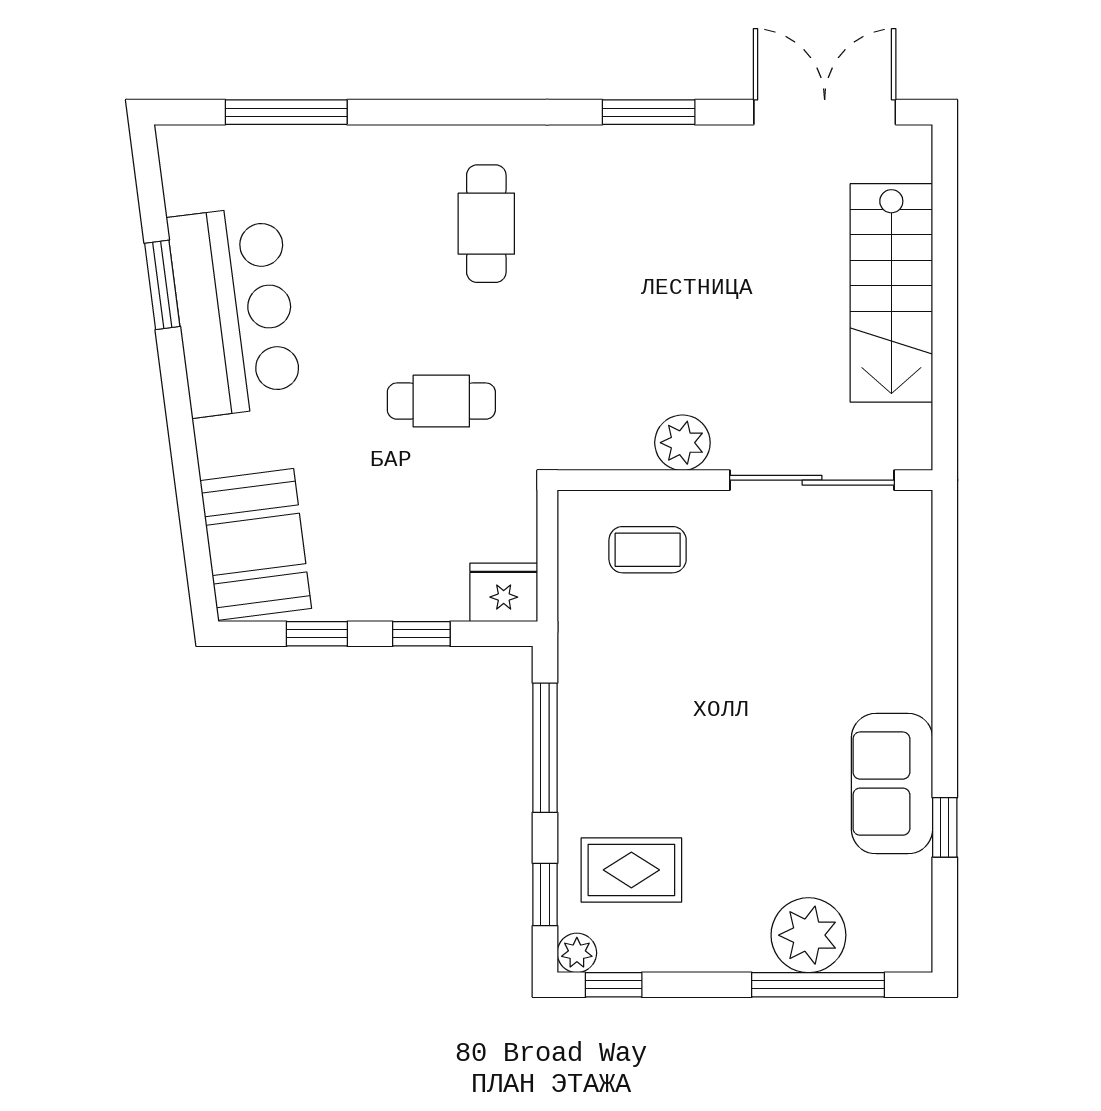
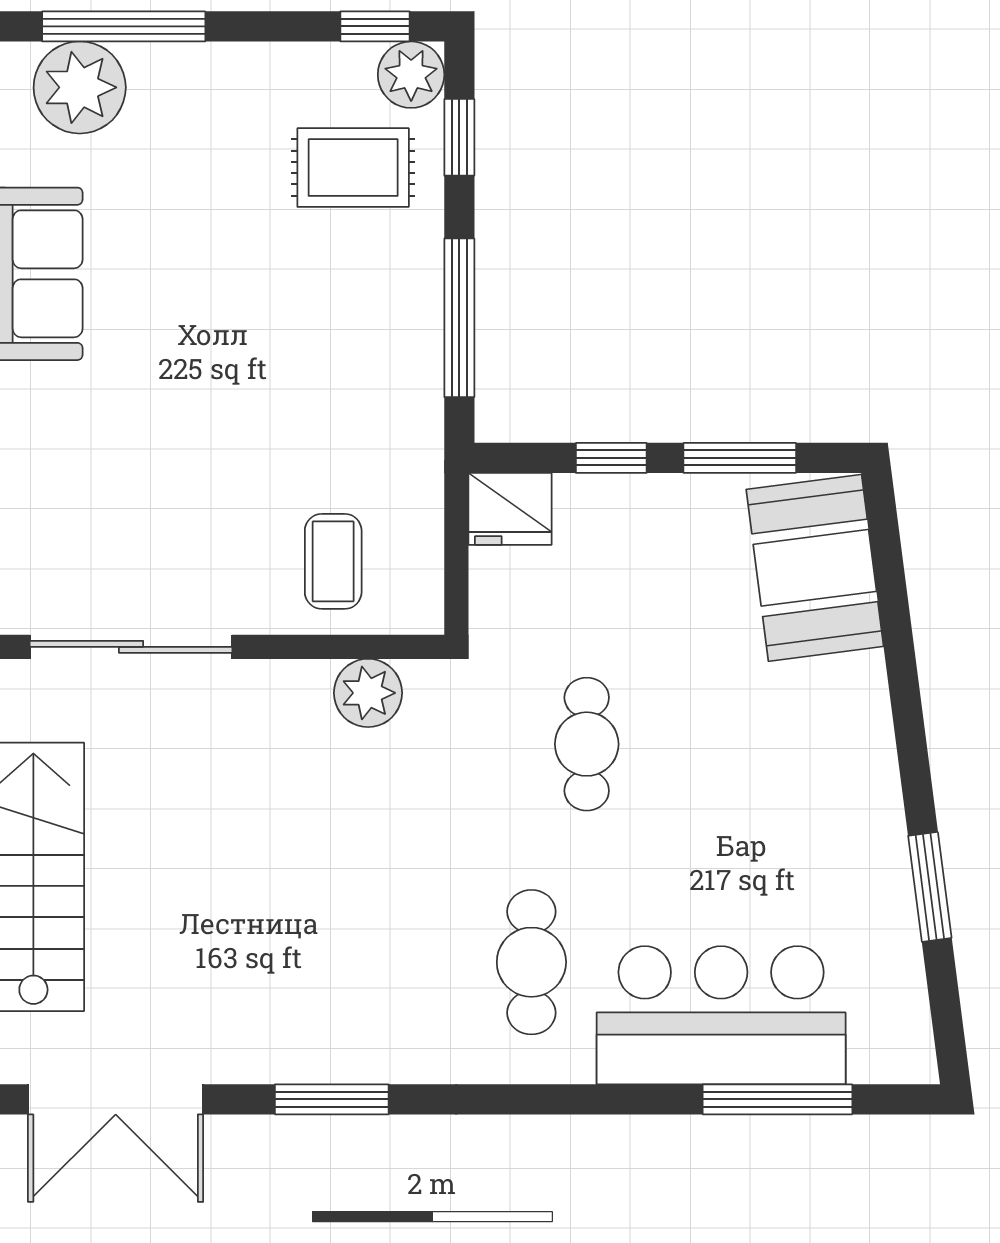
bar counter: (235, 311) -> (721, 1015), moved, turned 97
cafe table: (441, 401) -> (587, 744), turned 90
plant: (682, 443) -> (368, 693), moved
coffee table: (648, 550) -> (333, 561), turned 90
window: (317, 634) -> (740, 458), width x1.50
plant: (808, 935) -> (80, 87), moved
plant: (577, 953) -> (411, 75), width x1.38, depth x1.38

